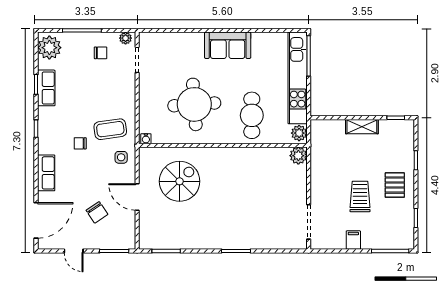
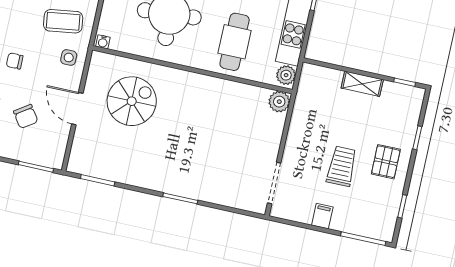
chair: (80, 143) -> (15, 61), moved

